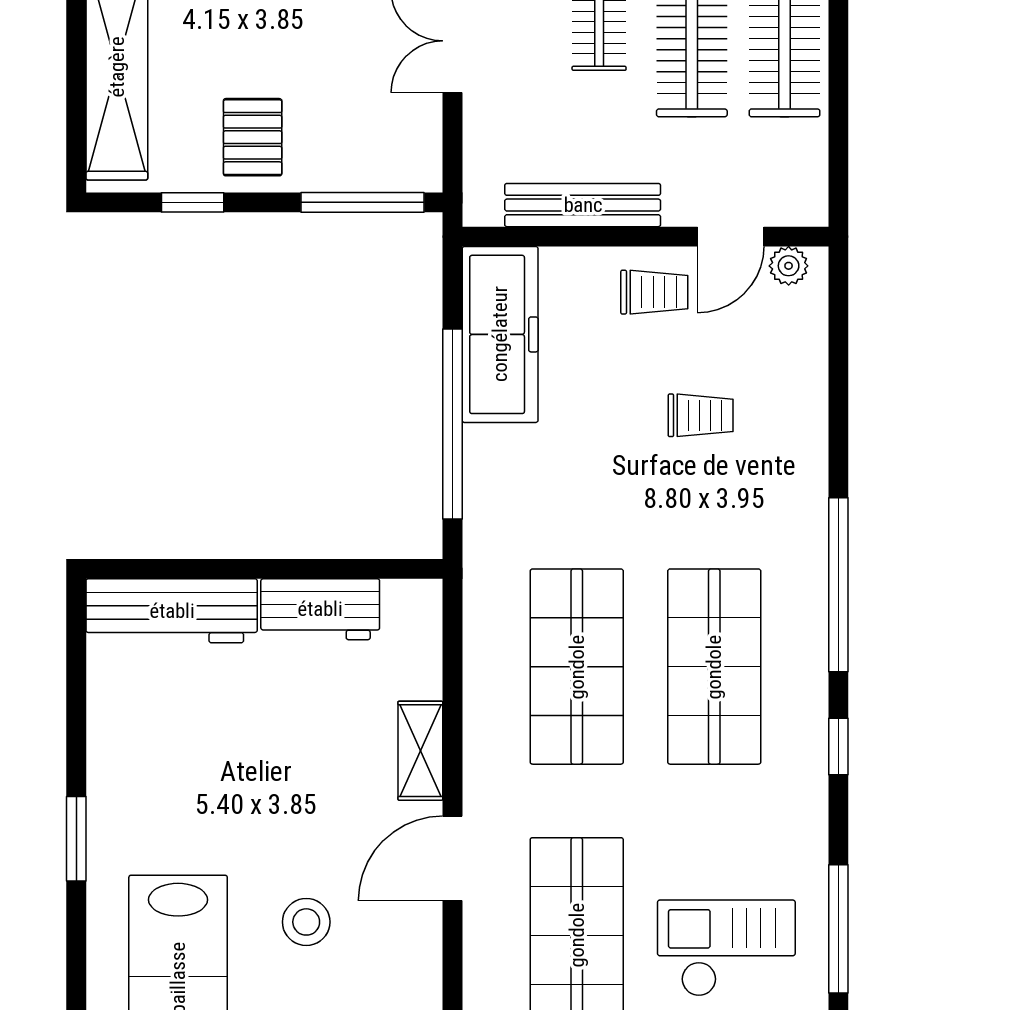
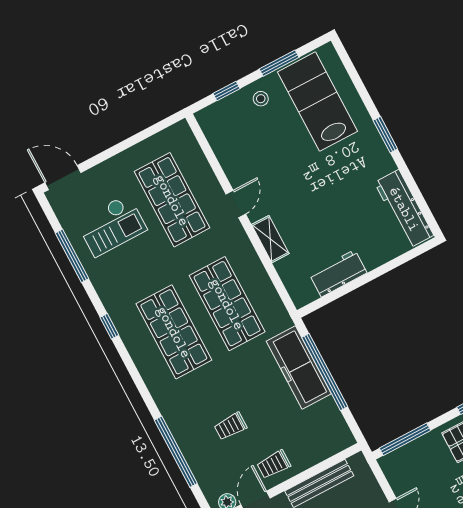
freezer: (500, 334) -> (299, 367), moved
window: (838, 585) -> (176, 452), moved
workbench: (172, 611) -> (404, 209), moved, turned -90
door: (452, 858) -> (236, 204), width x0.73
stool: (306, 922) -> (279, 149), removed

